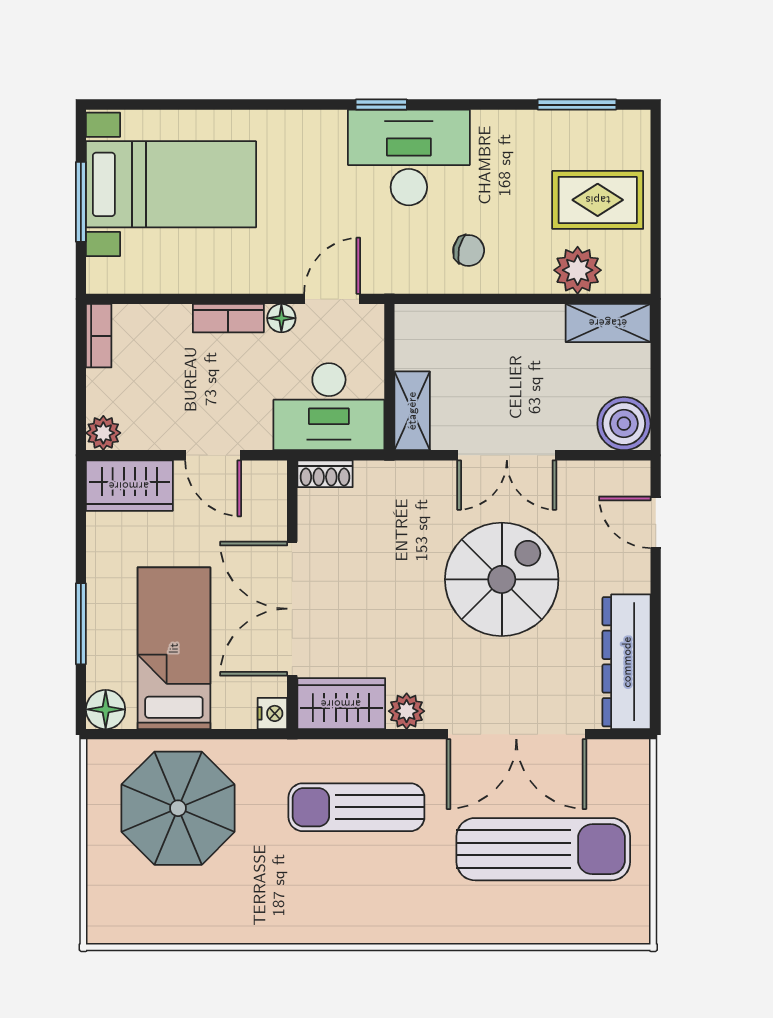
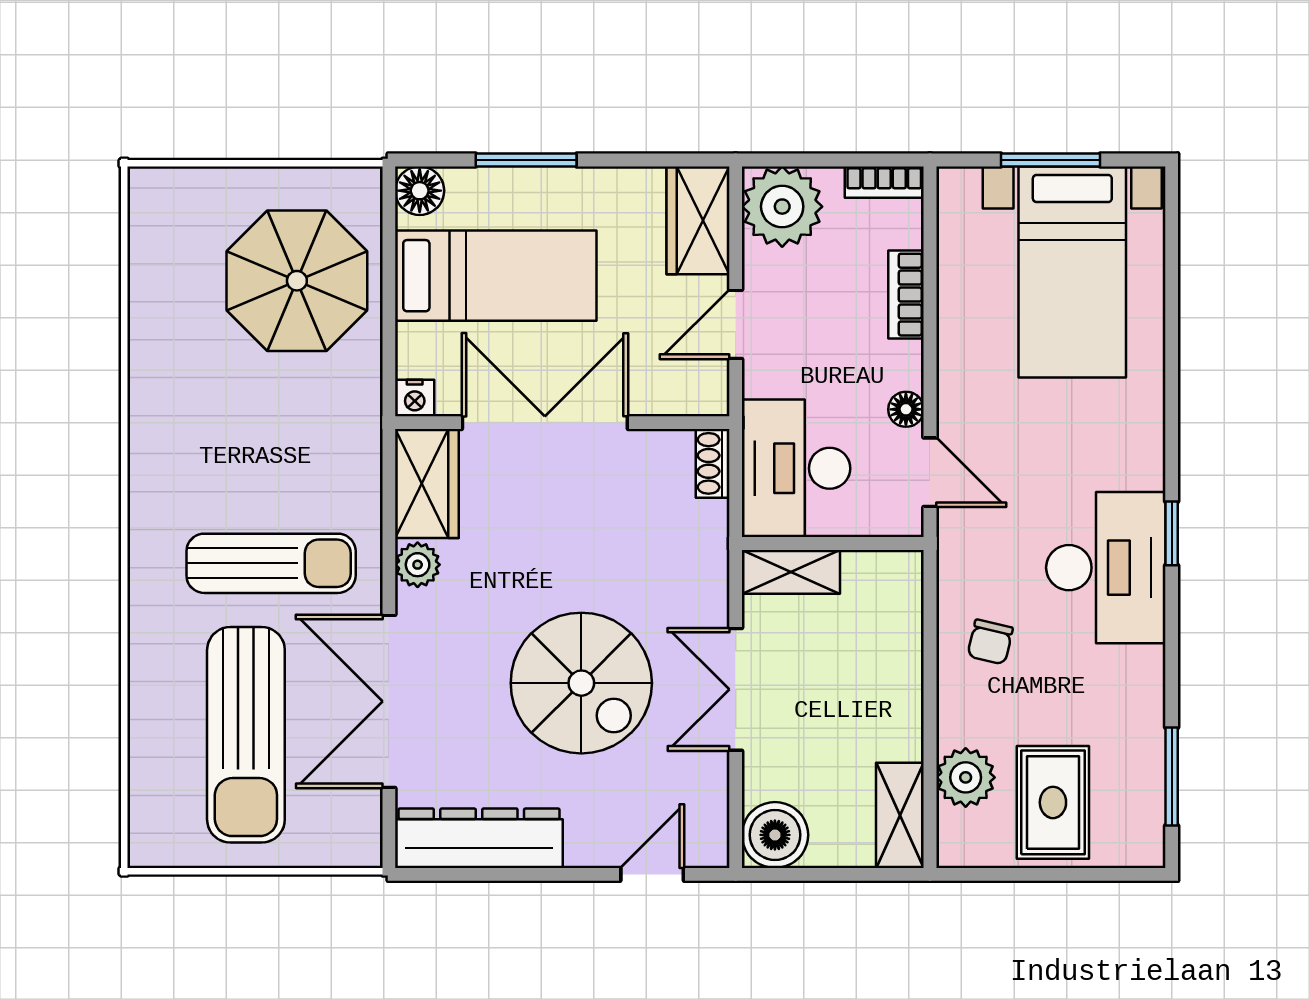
bookcase: (228, 318) -> (906, 295), moved
plant: (103, 433) -> (782, 207), width x1.87, depth x1.87
sun lounger: (356, 807) -> (271, 563), moved, turned 90

